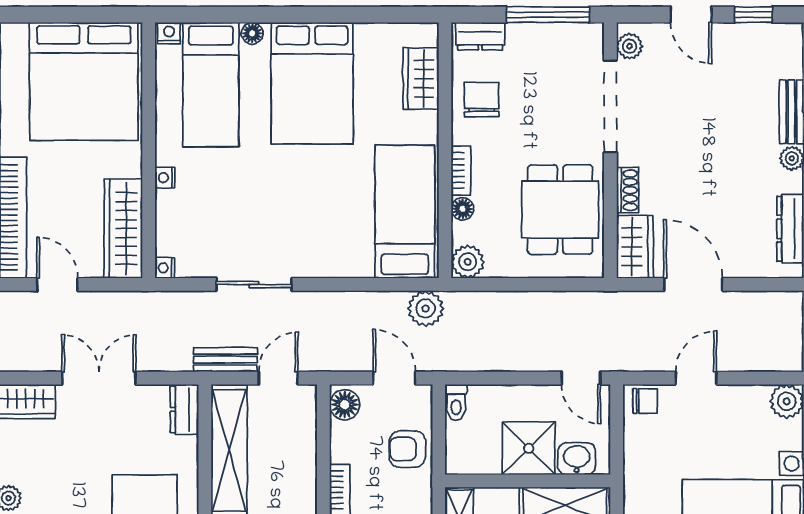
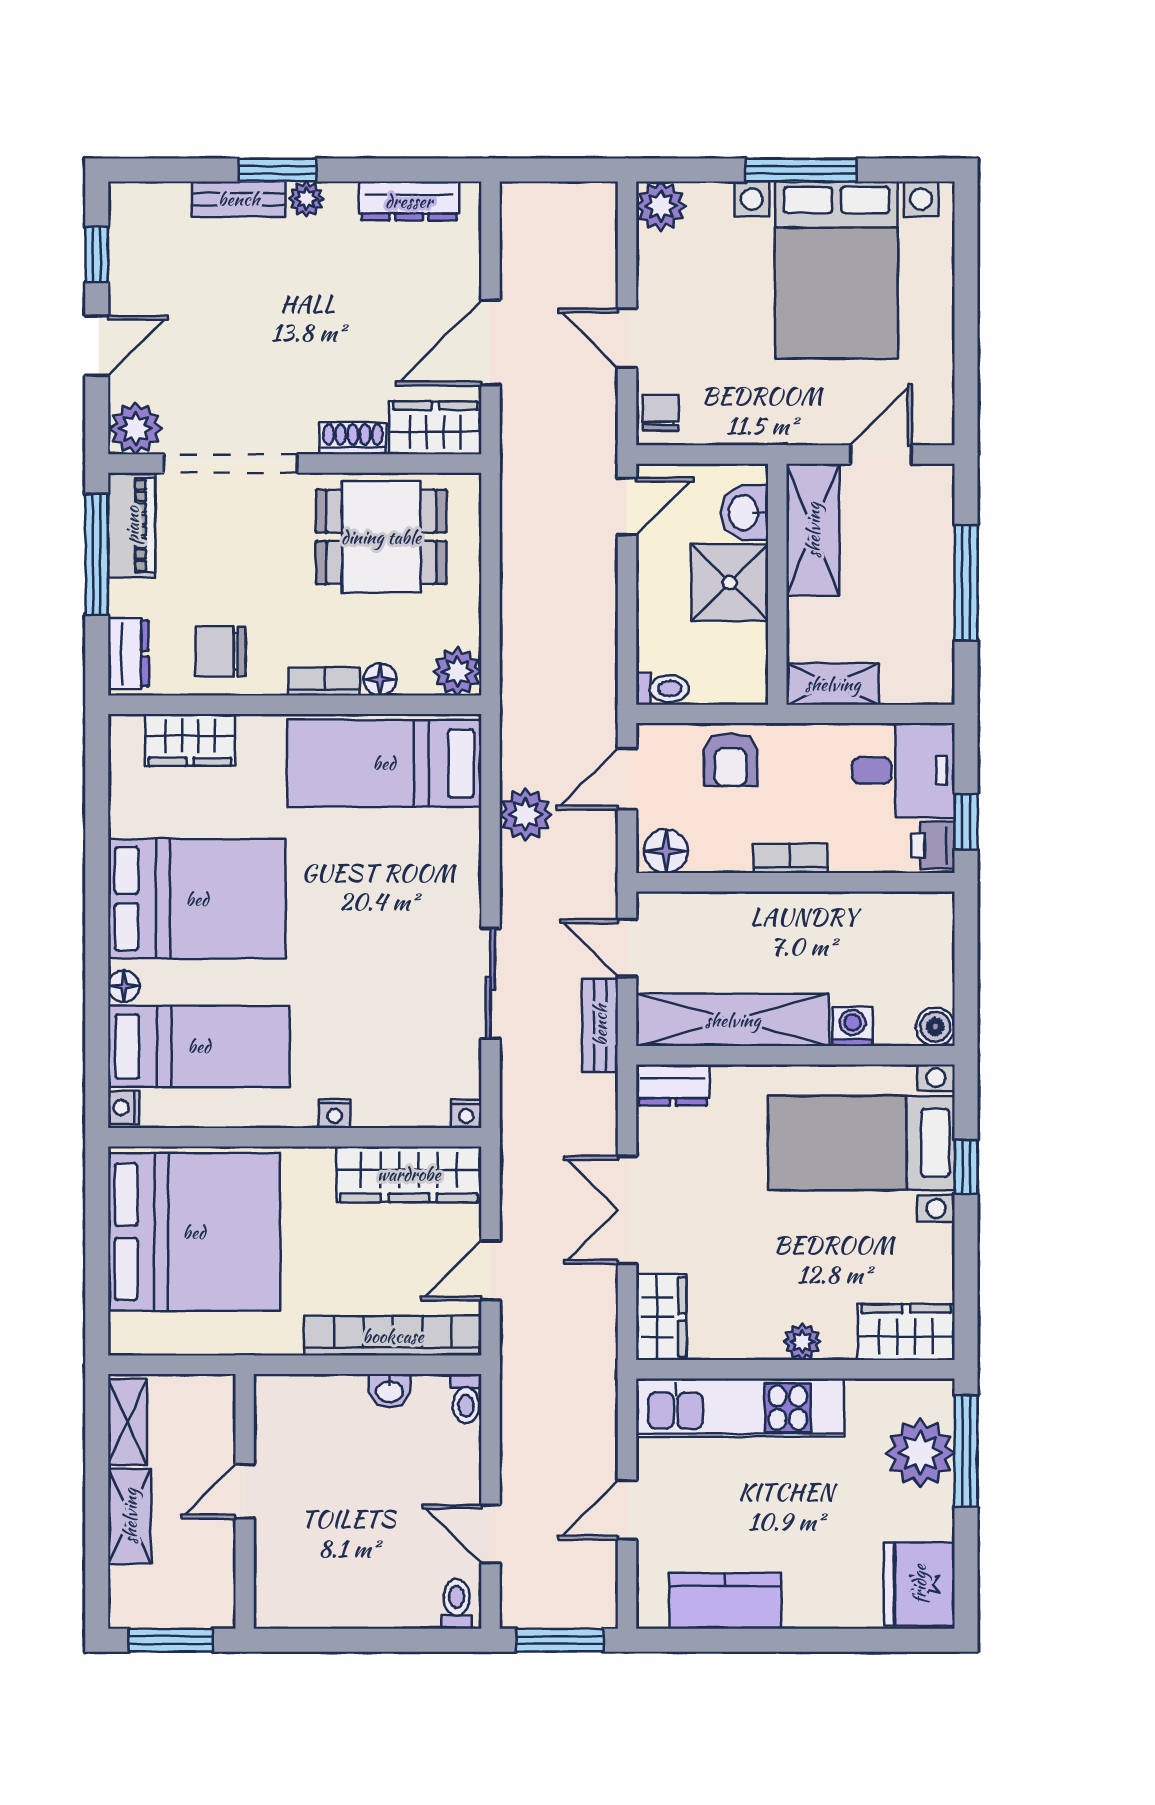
piano: (568, 39) -> (132, 525), added
plant: (629, 46) -> (136, 428), width x1.38, depth x1.38
plant: (426, 309) -> (526, 815), moved

